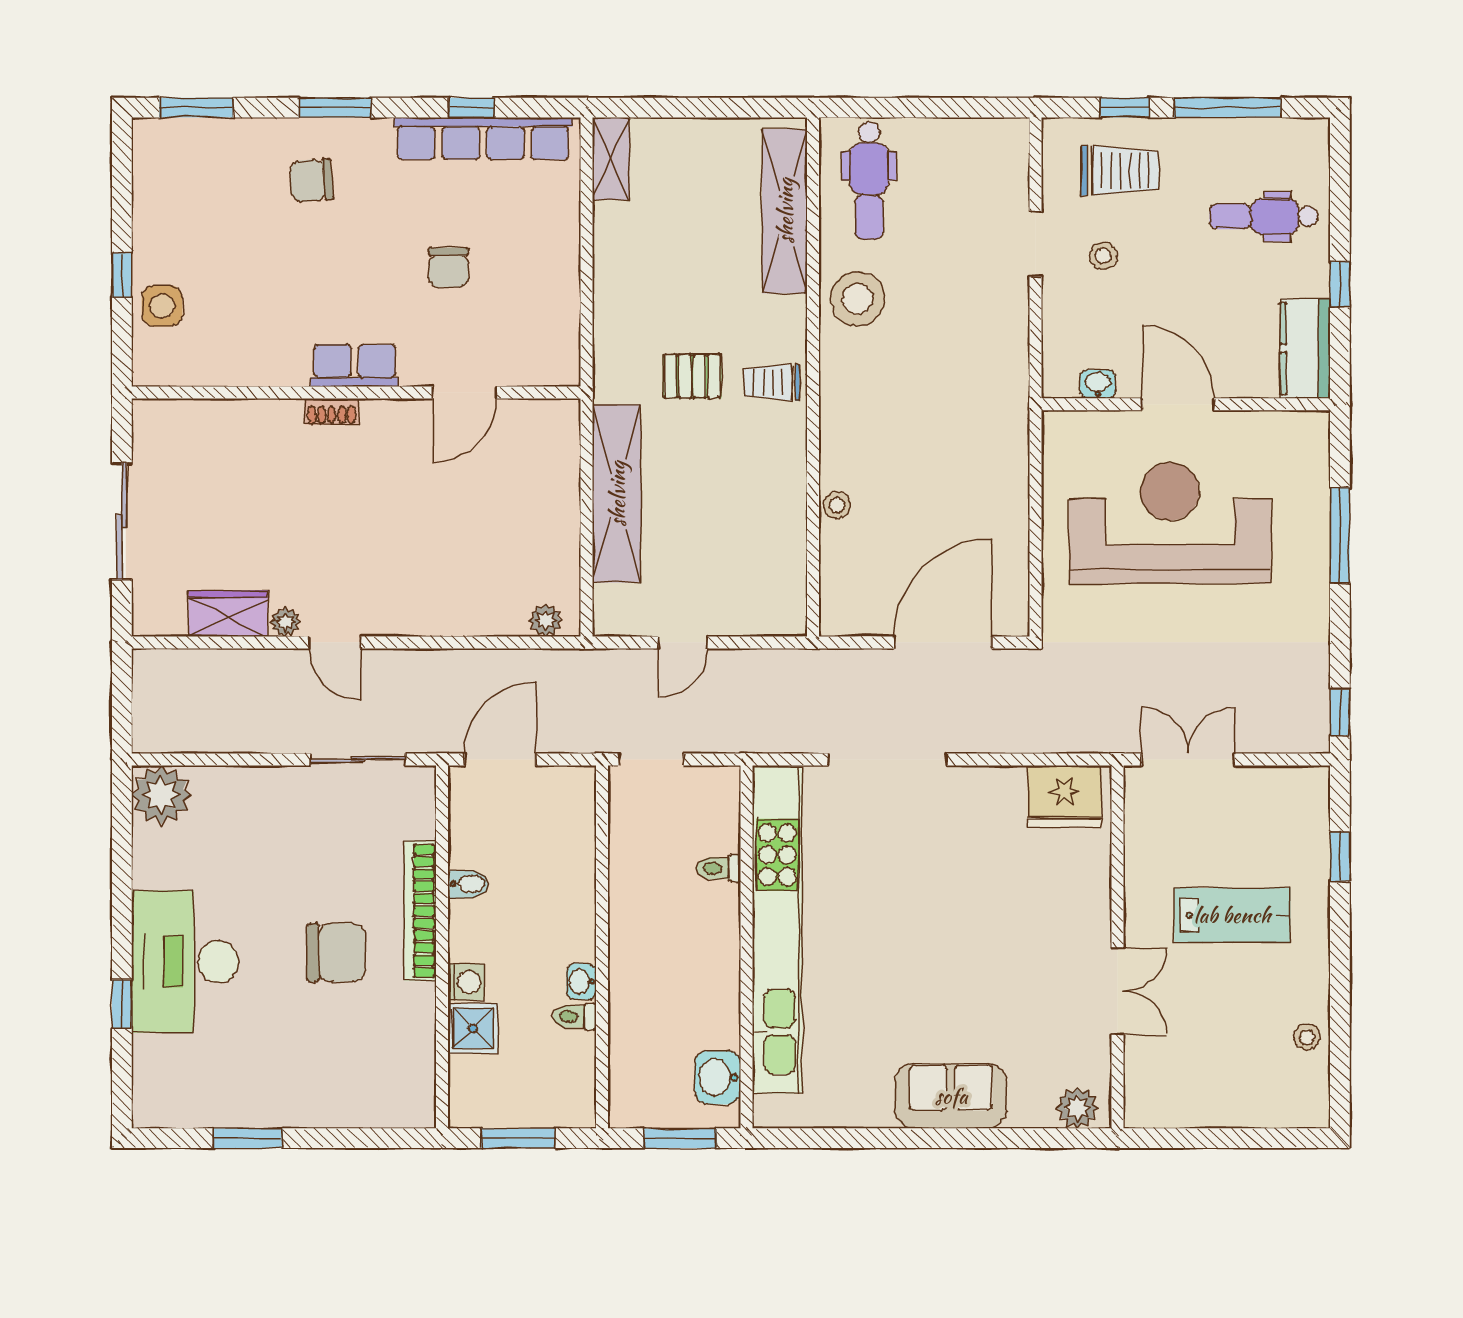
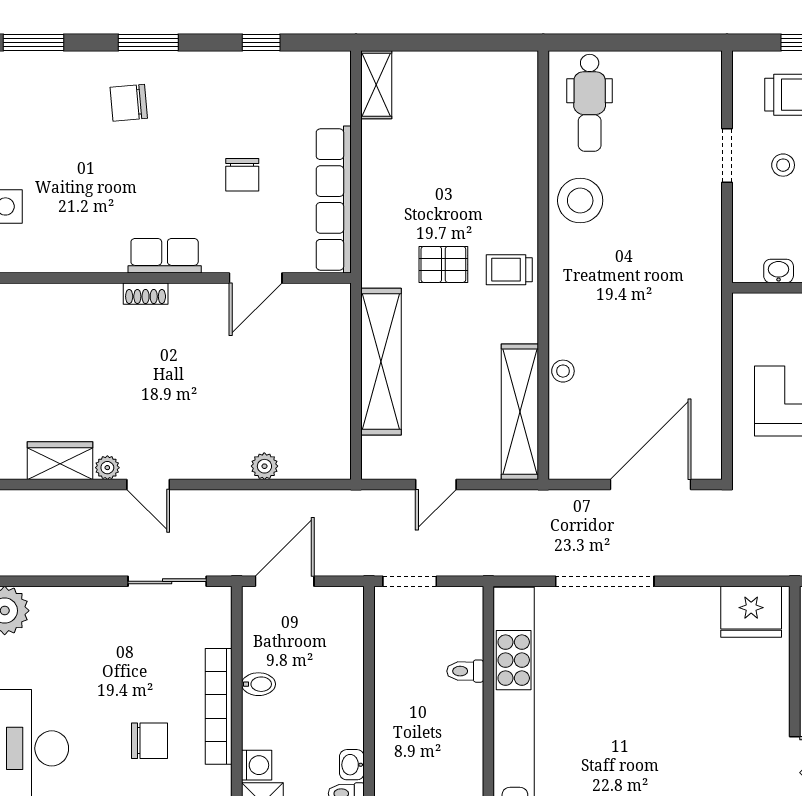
row of seats: (483, 138) -> (334, 199), moved, turned 90
shelving: (785, 211) -> (520, 412), moved
plant: (546, 620) -> (264, 466), moved
chair: (336, 953) -> (149, 741), width x0.73, depth x0.73

